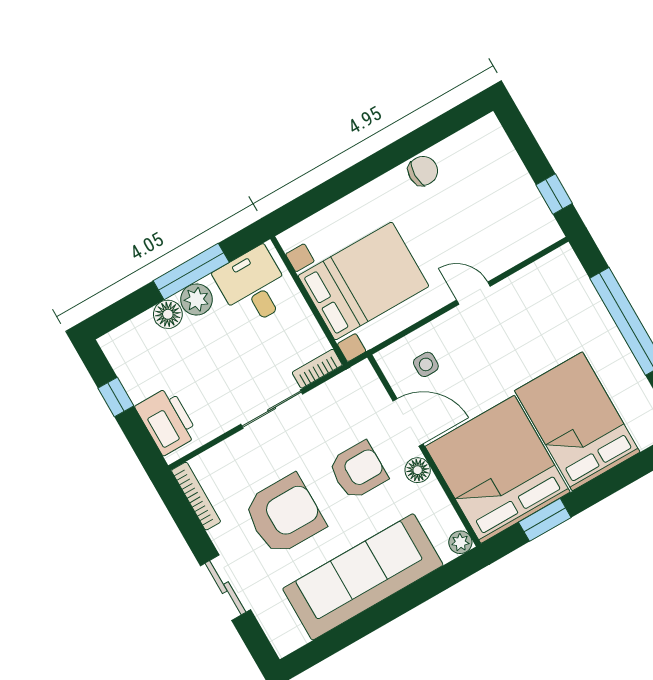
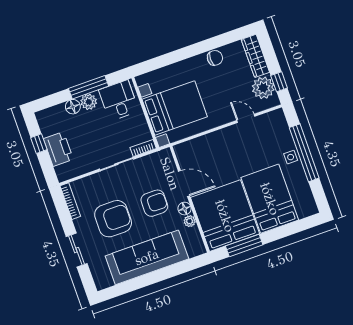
wardrobe: (500, 153) -> (255, 56), added
plant: (526, 211) -> (263, 88), added
door: (473, 293) -> (246, 118), moved
side table: (426, 364) -> (291, 157), moved
printer: (167, 421) -> (58, 149), moved
window: (545, 520) -> (244, 245), width x1.44
plant: (460, 542) -> (190, 221), moved

